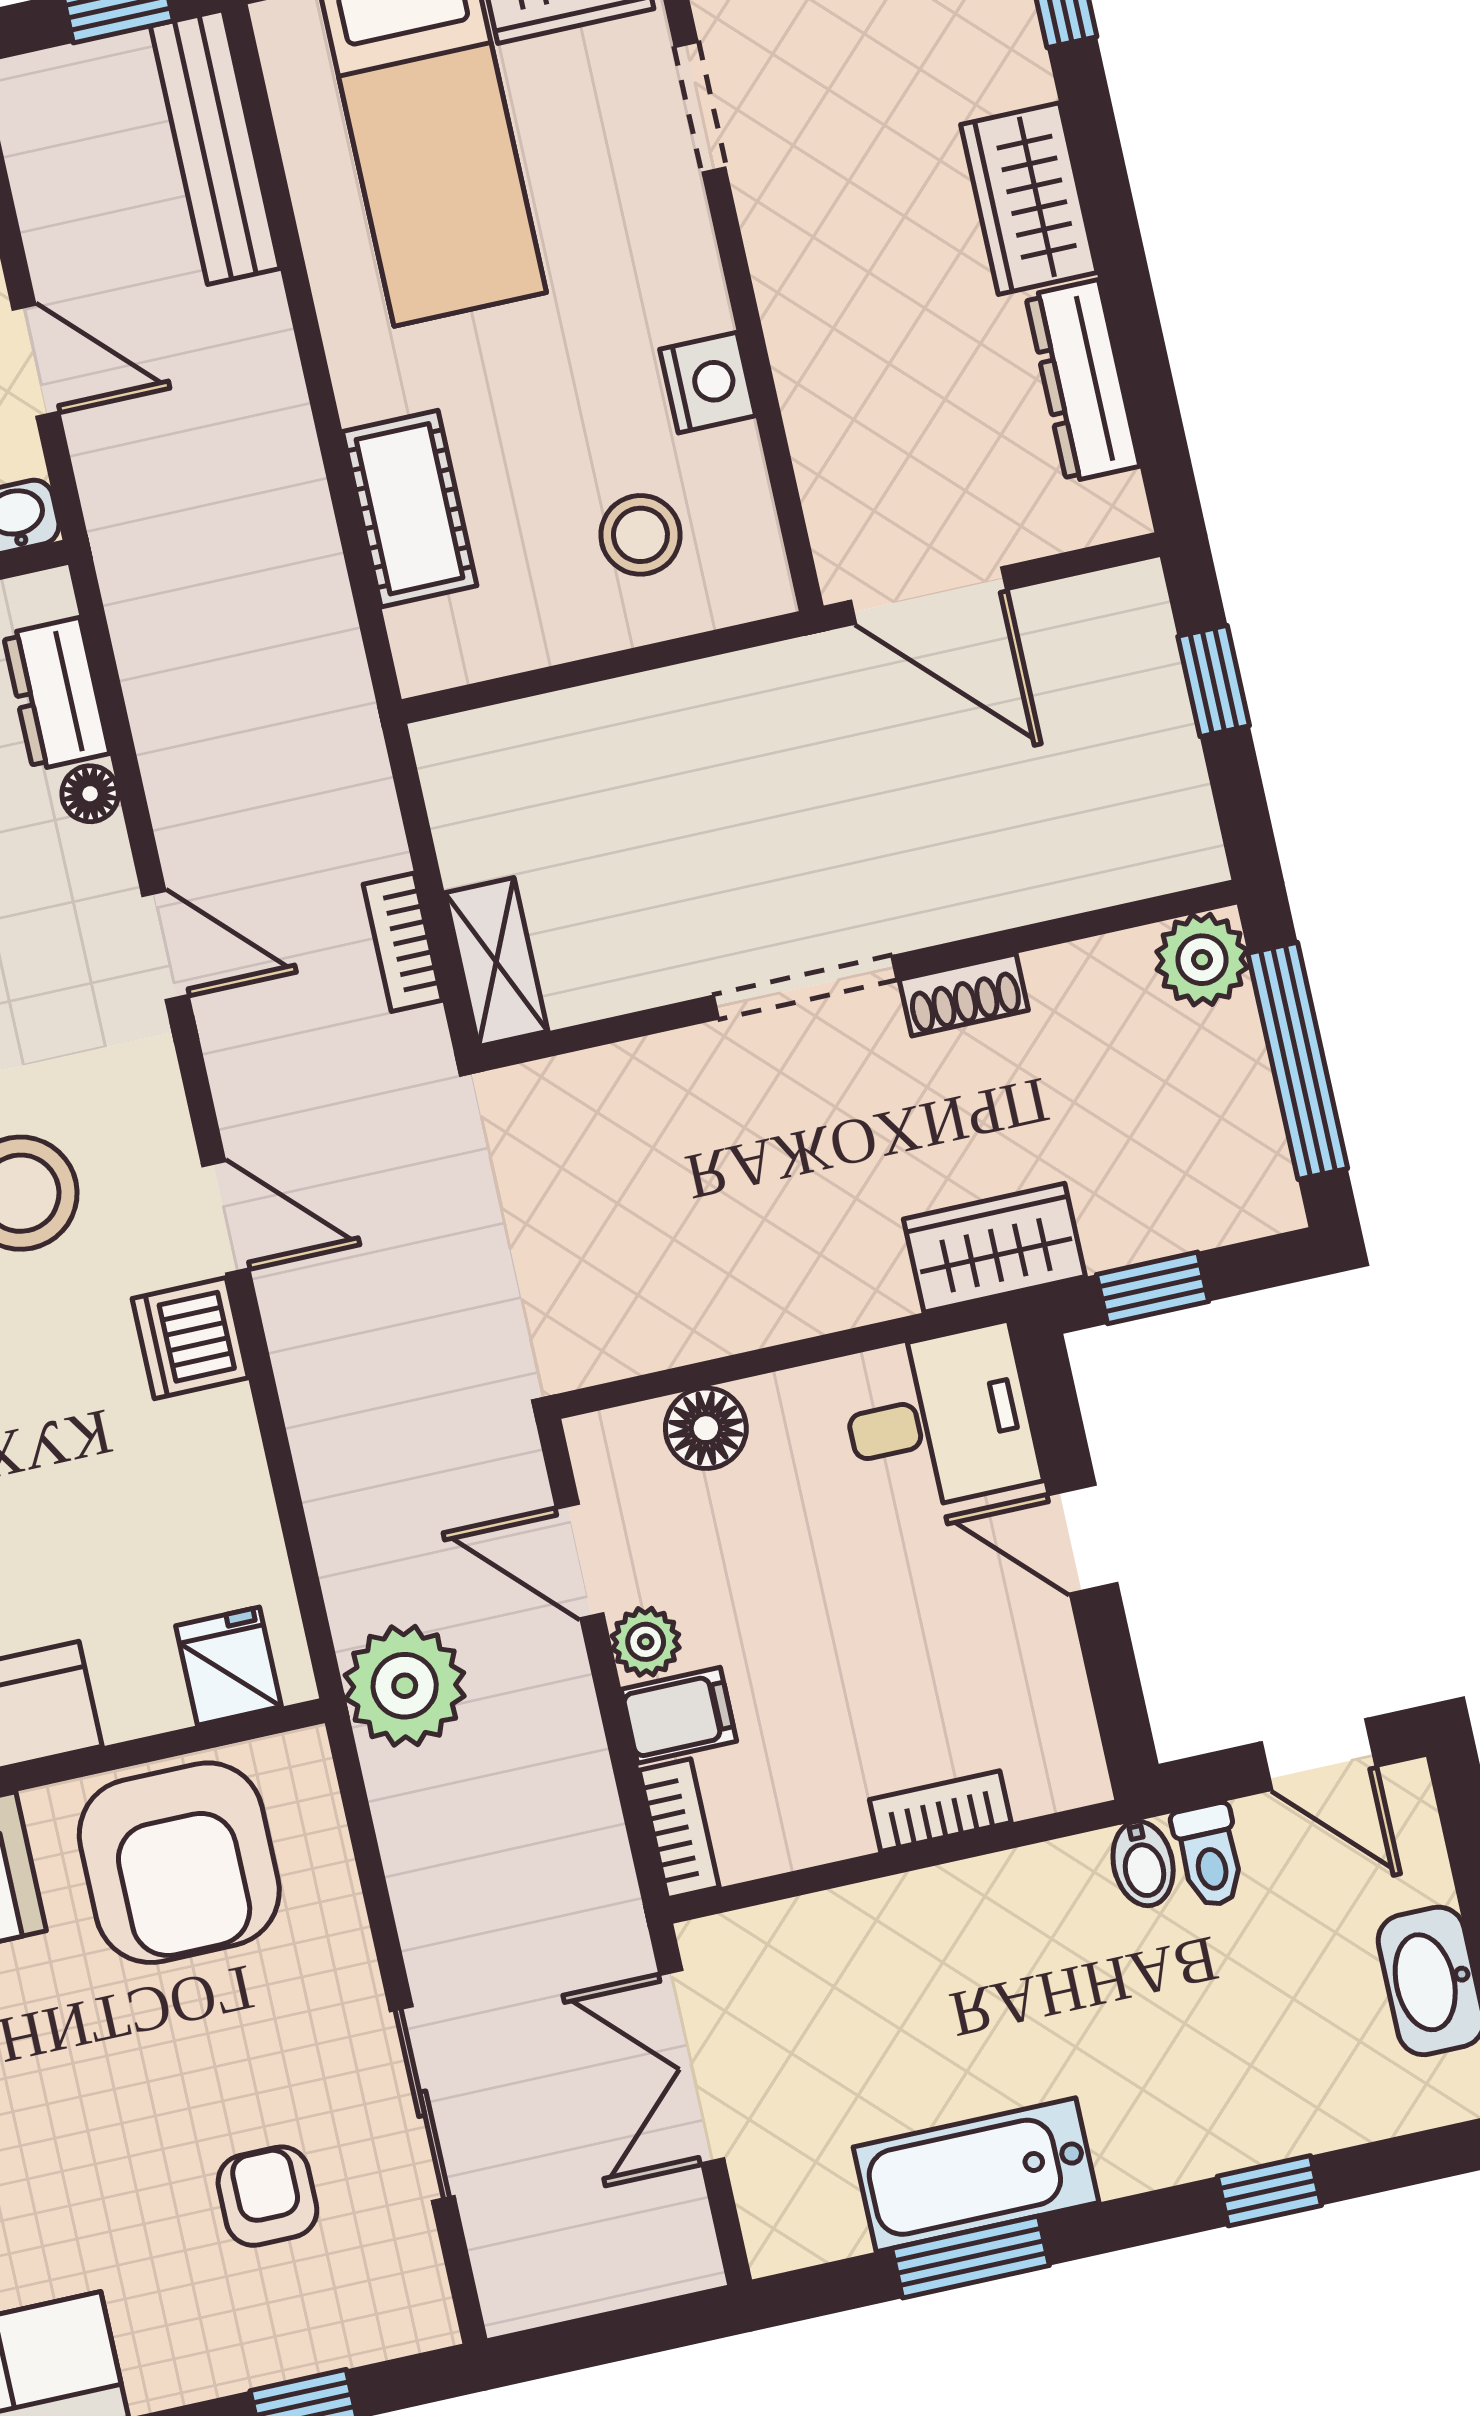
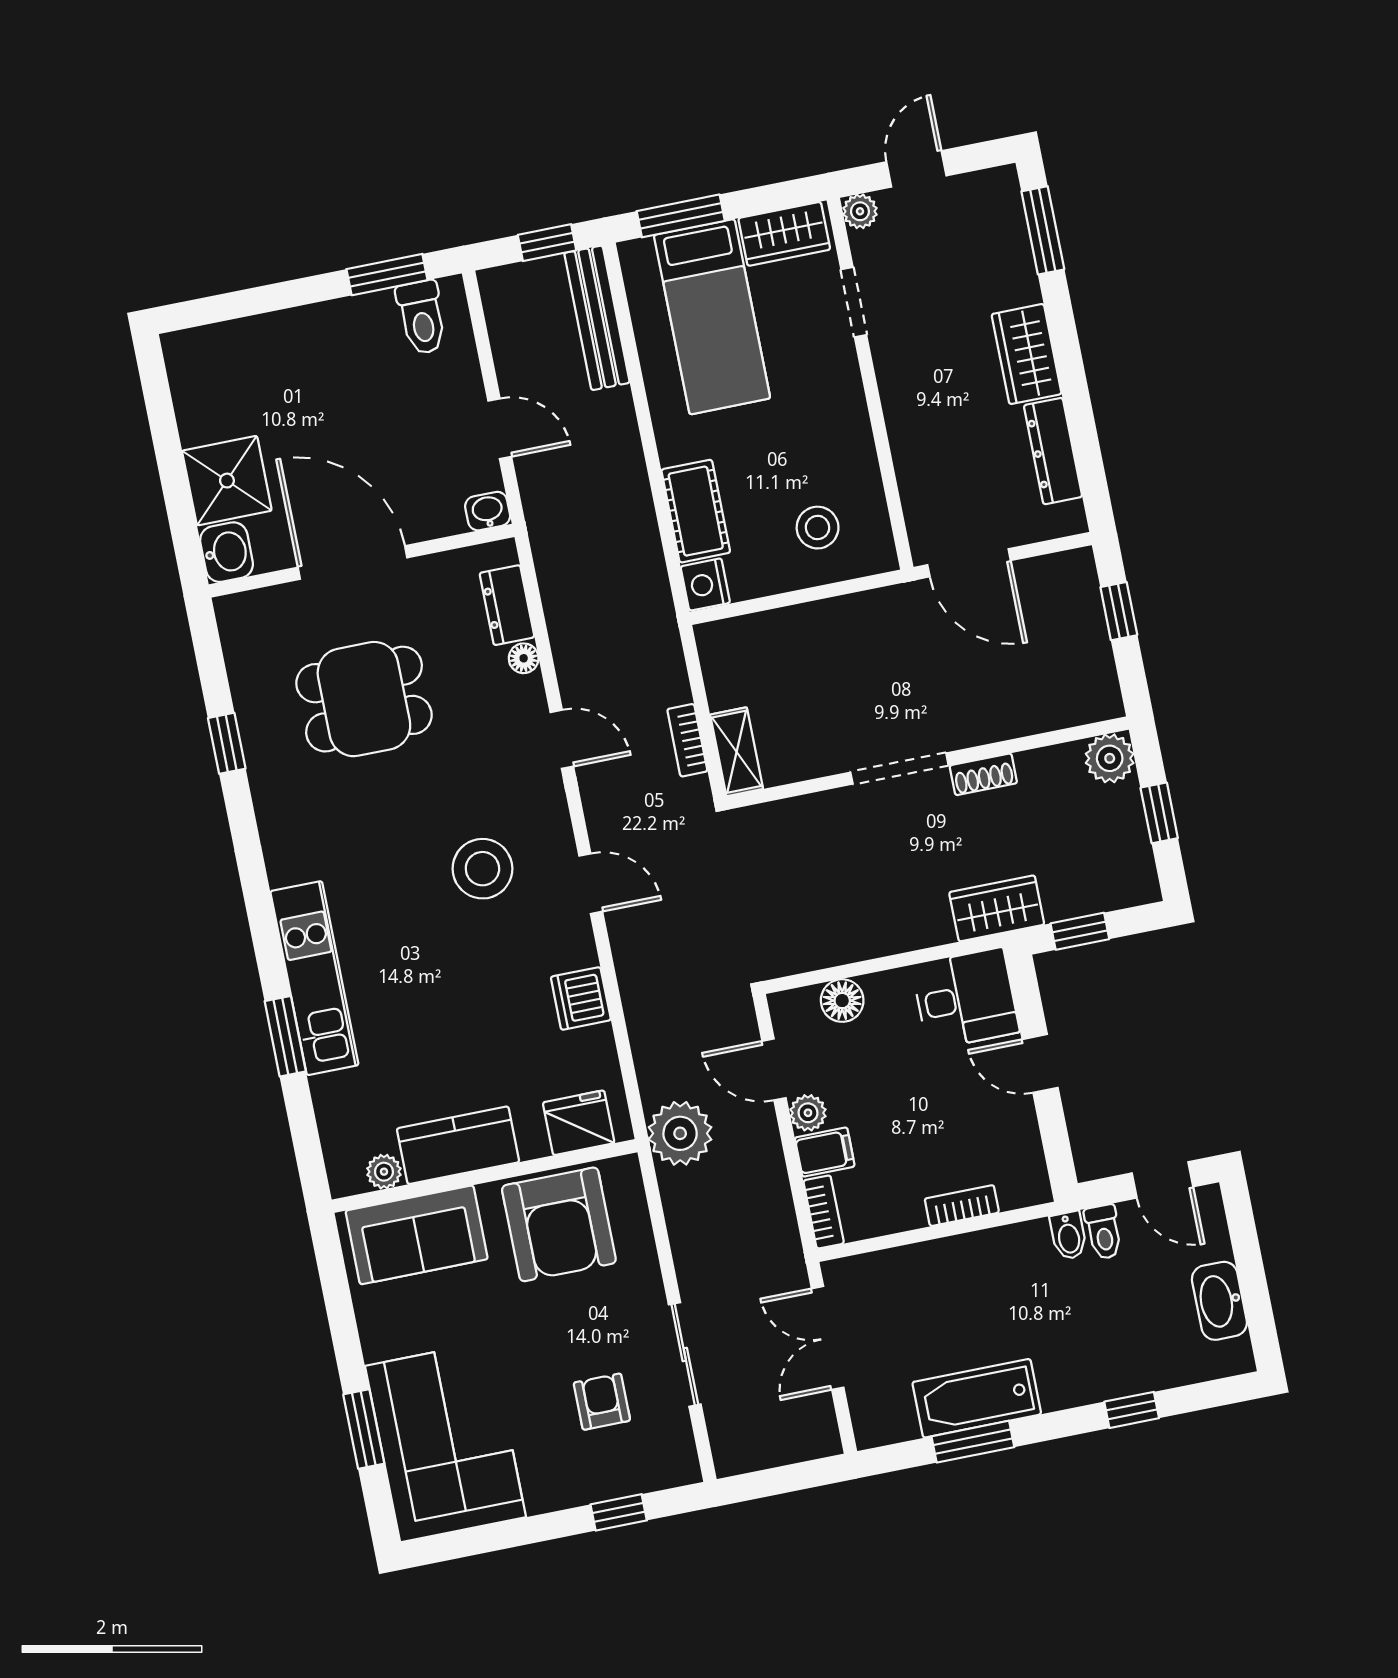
nightstand: (708, 383) -> (705, 585), moved, turned 180
window: (1298, 1061) -> (1159, 813), width x0.46
dishwasher: (190, 1338) -> (581, 998), moved
fridge: (229, 1666) -> (579, 1123), width x1.38

